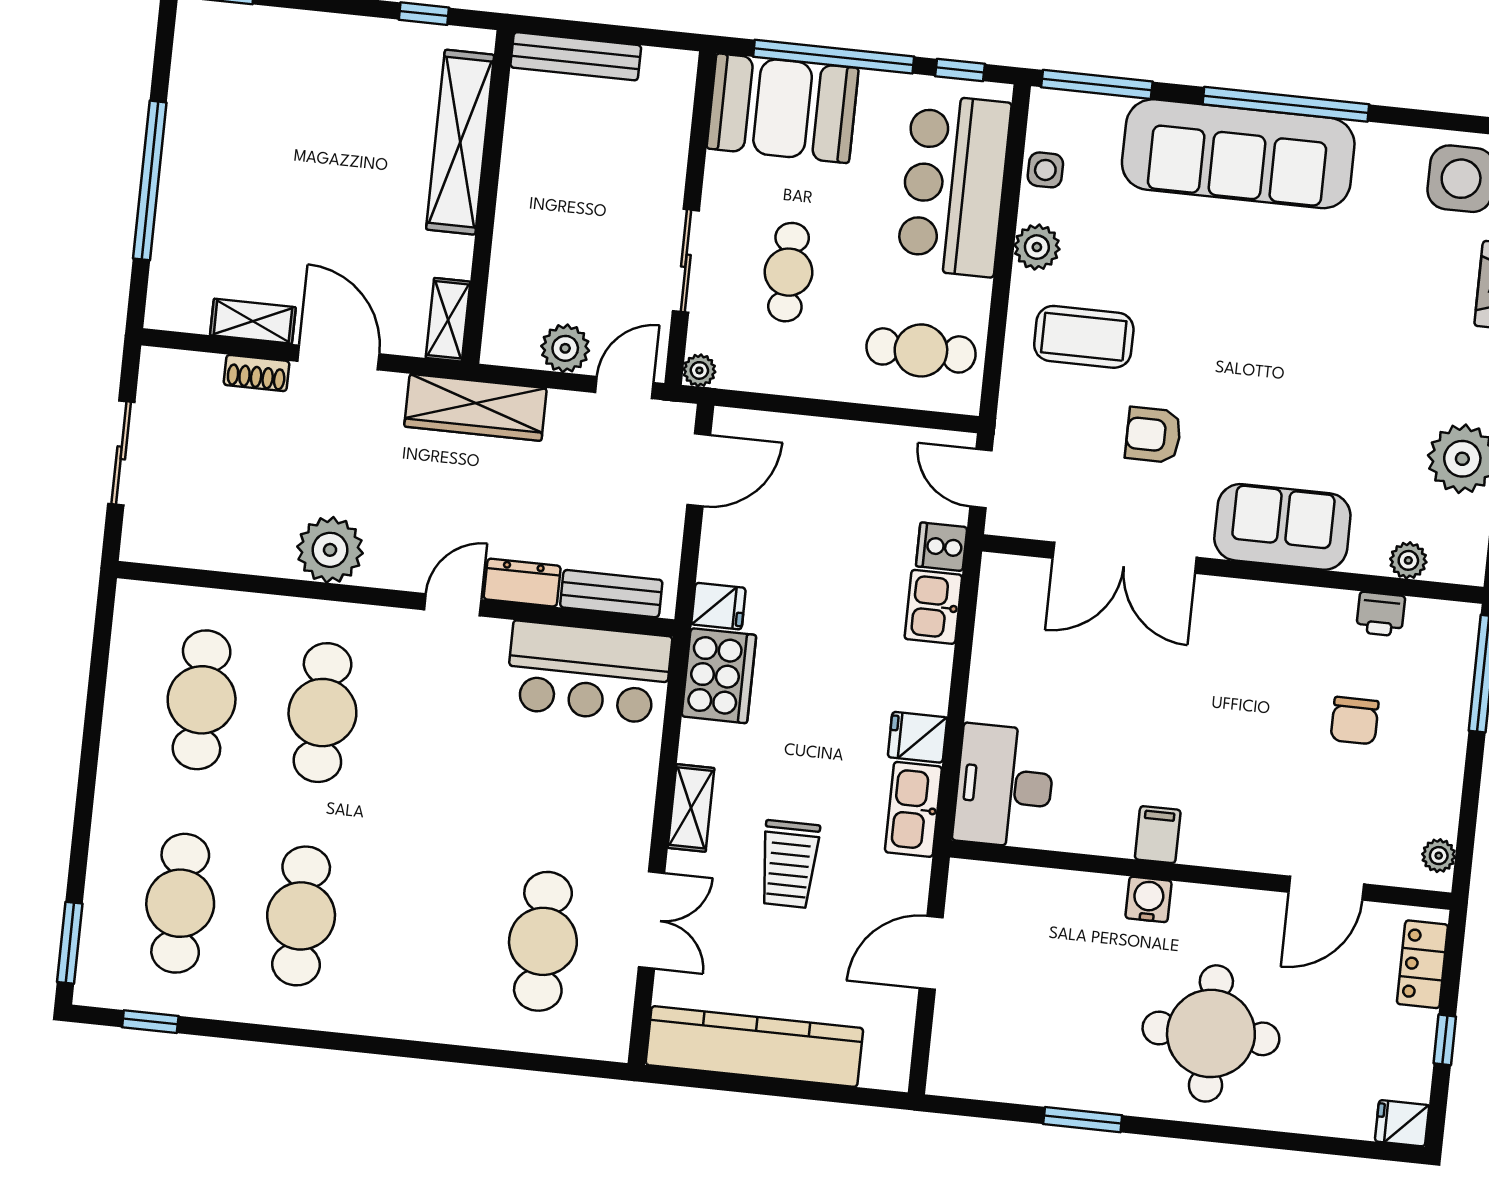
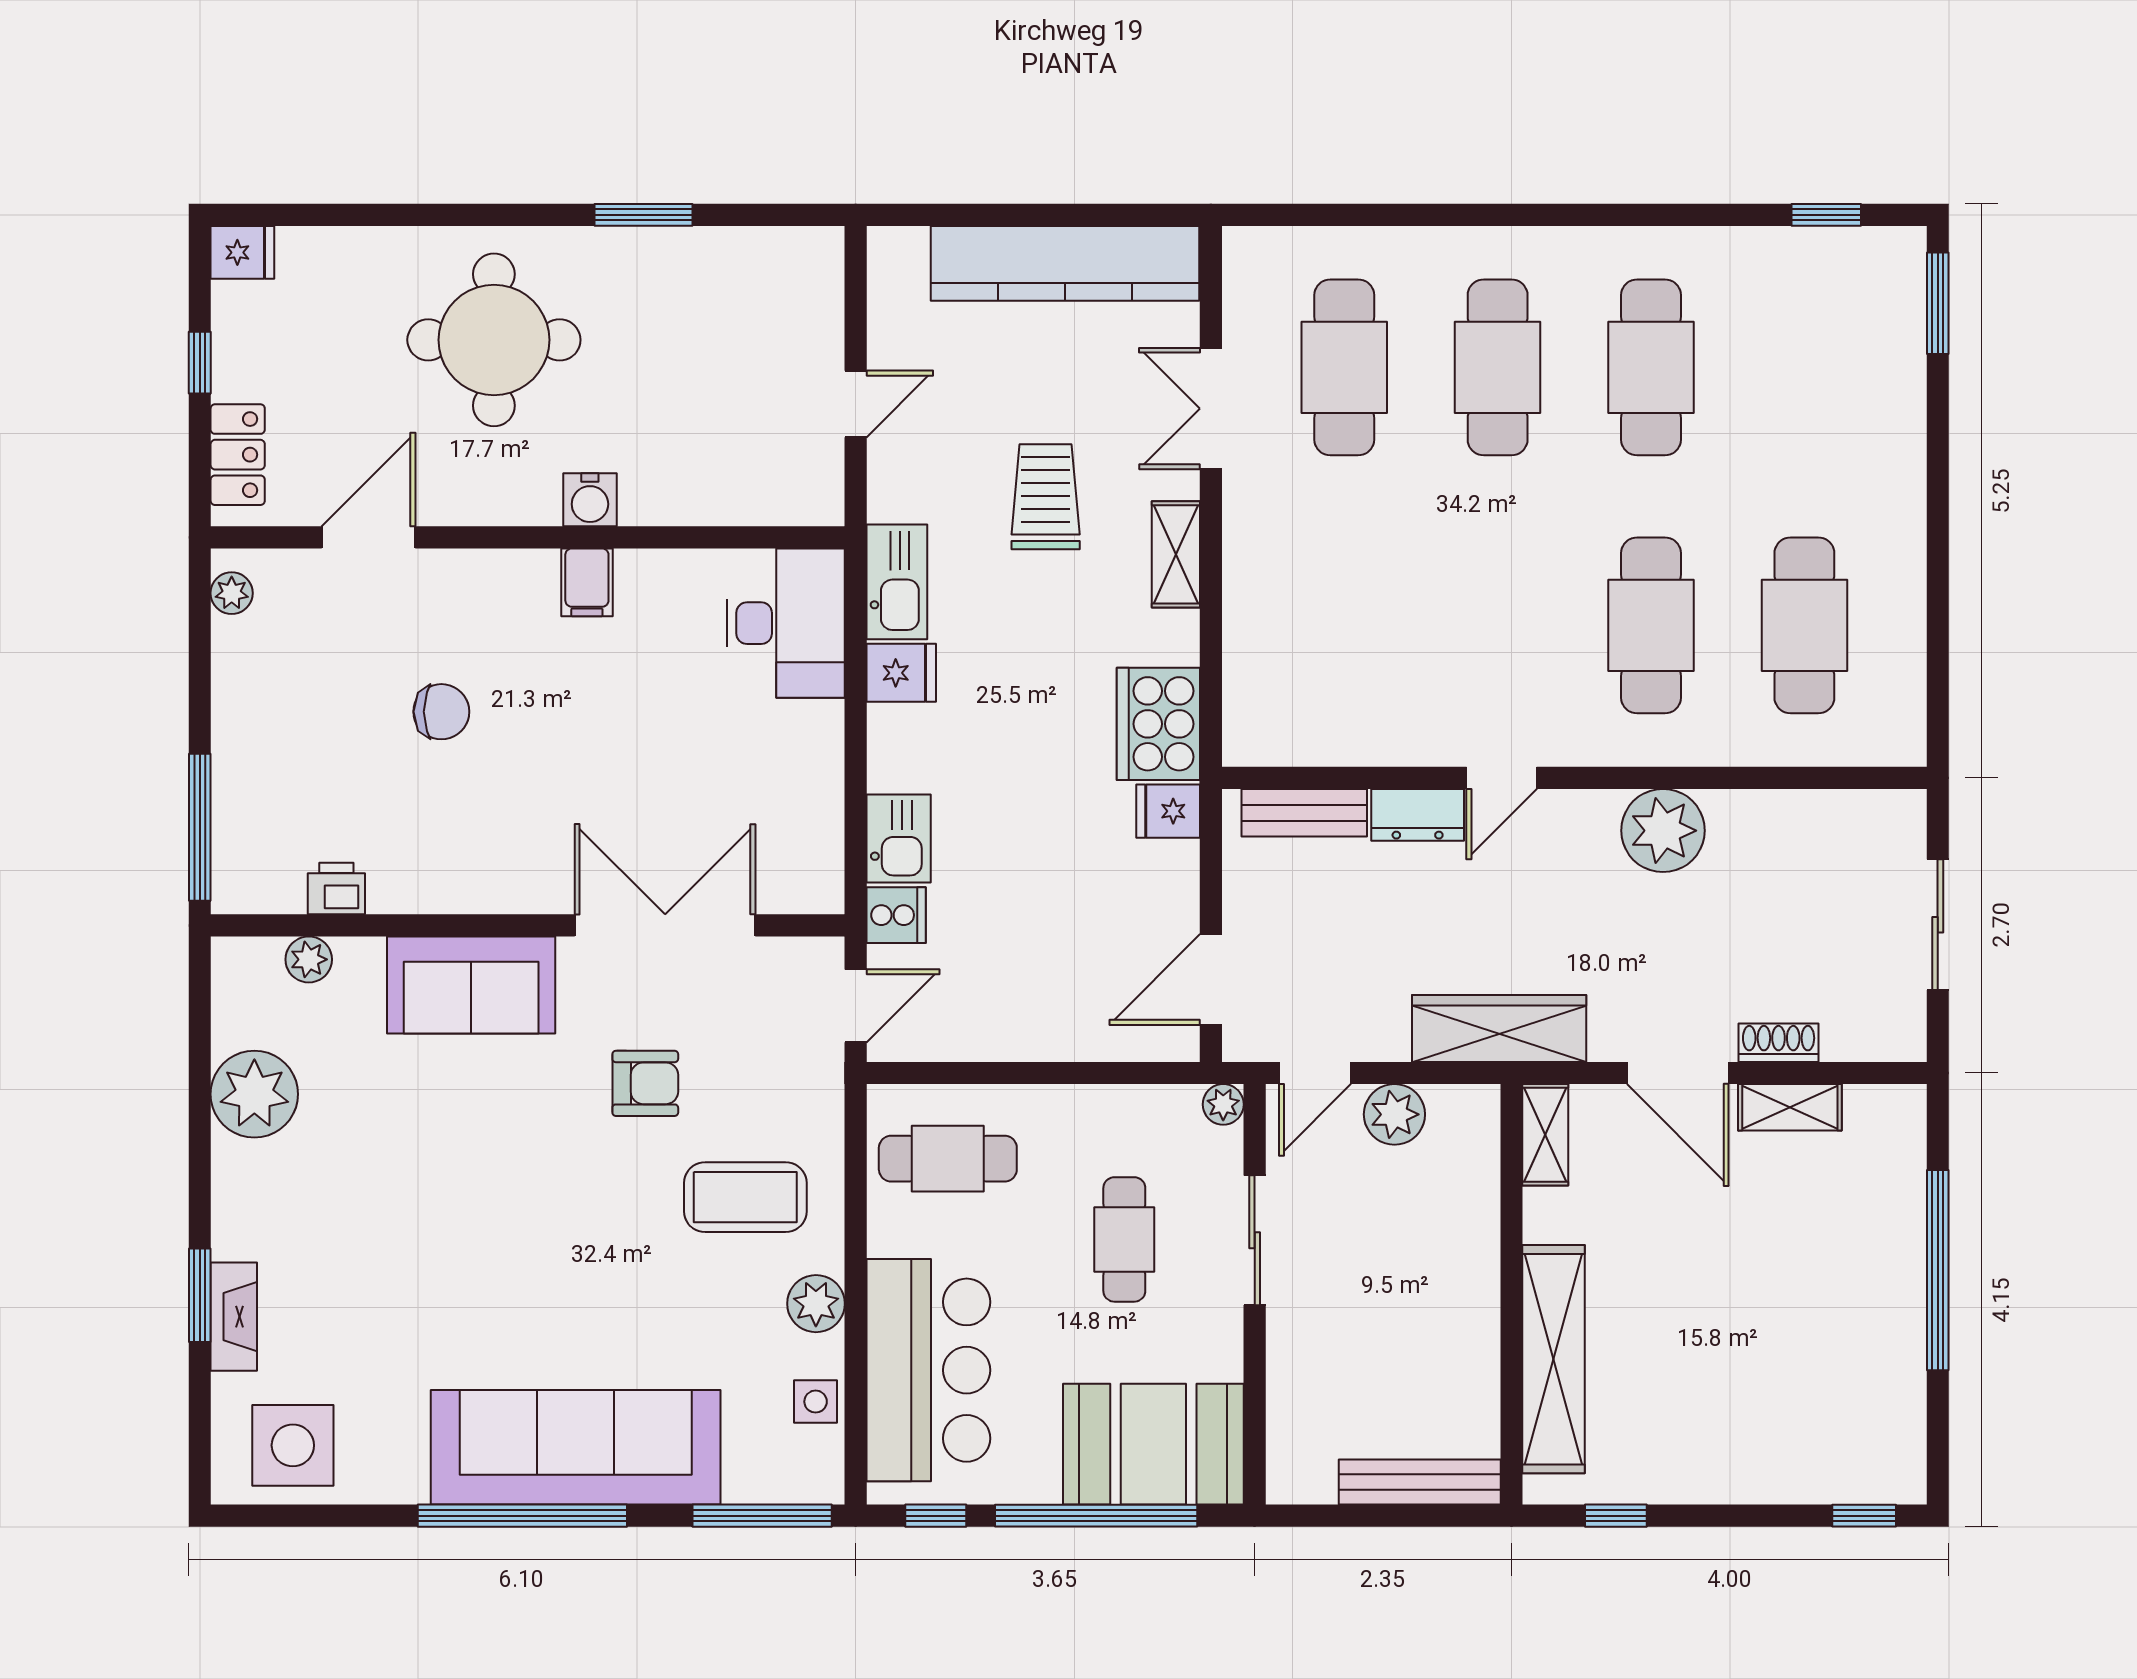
door: (981, 479) -> (856, 1006), hinge flipped
bar counter: (589, 672) -> (1323, 711), removed
chair: (1355, 721) -> (441, 712), moved, turned 90
cafe table: (180, 903) -> (1498, 367), moved
door: (931, 953) -> (856, 404), width x0.73

